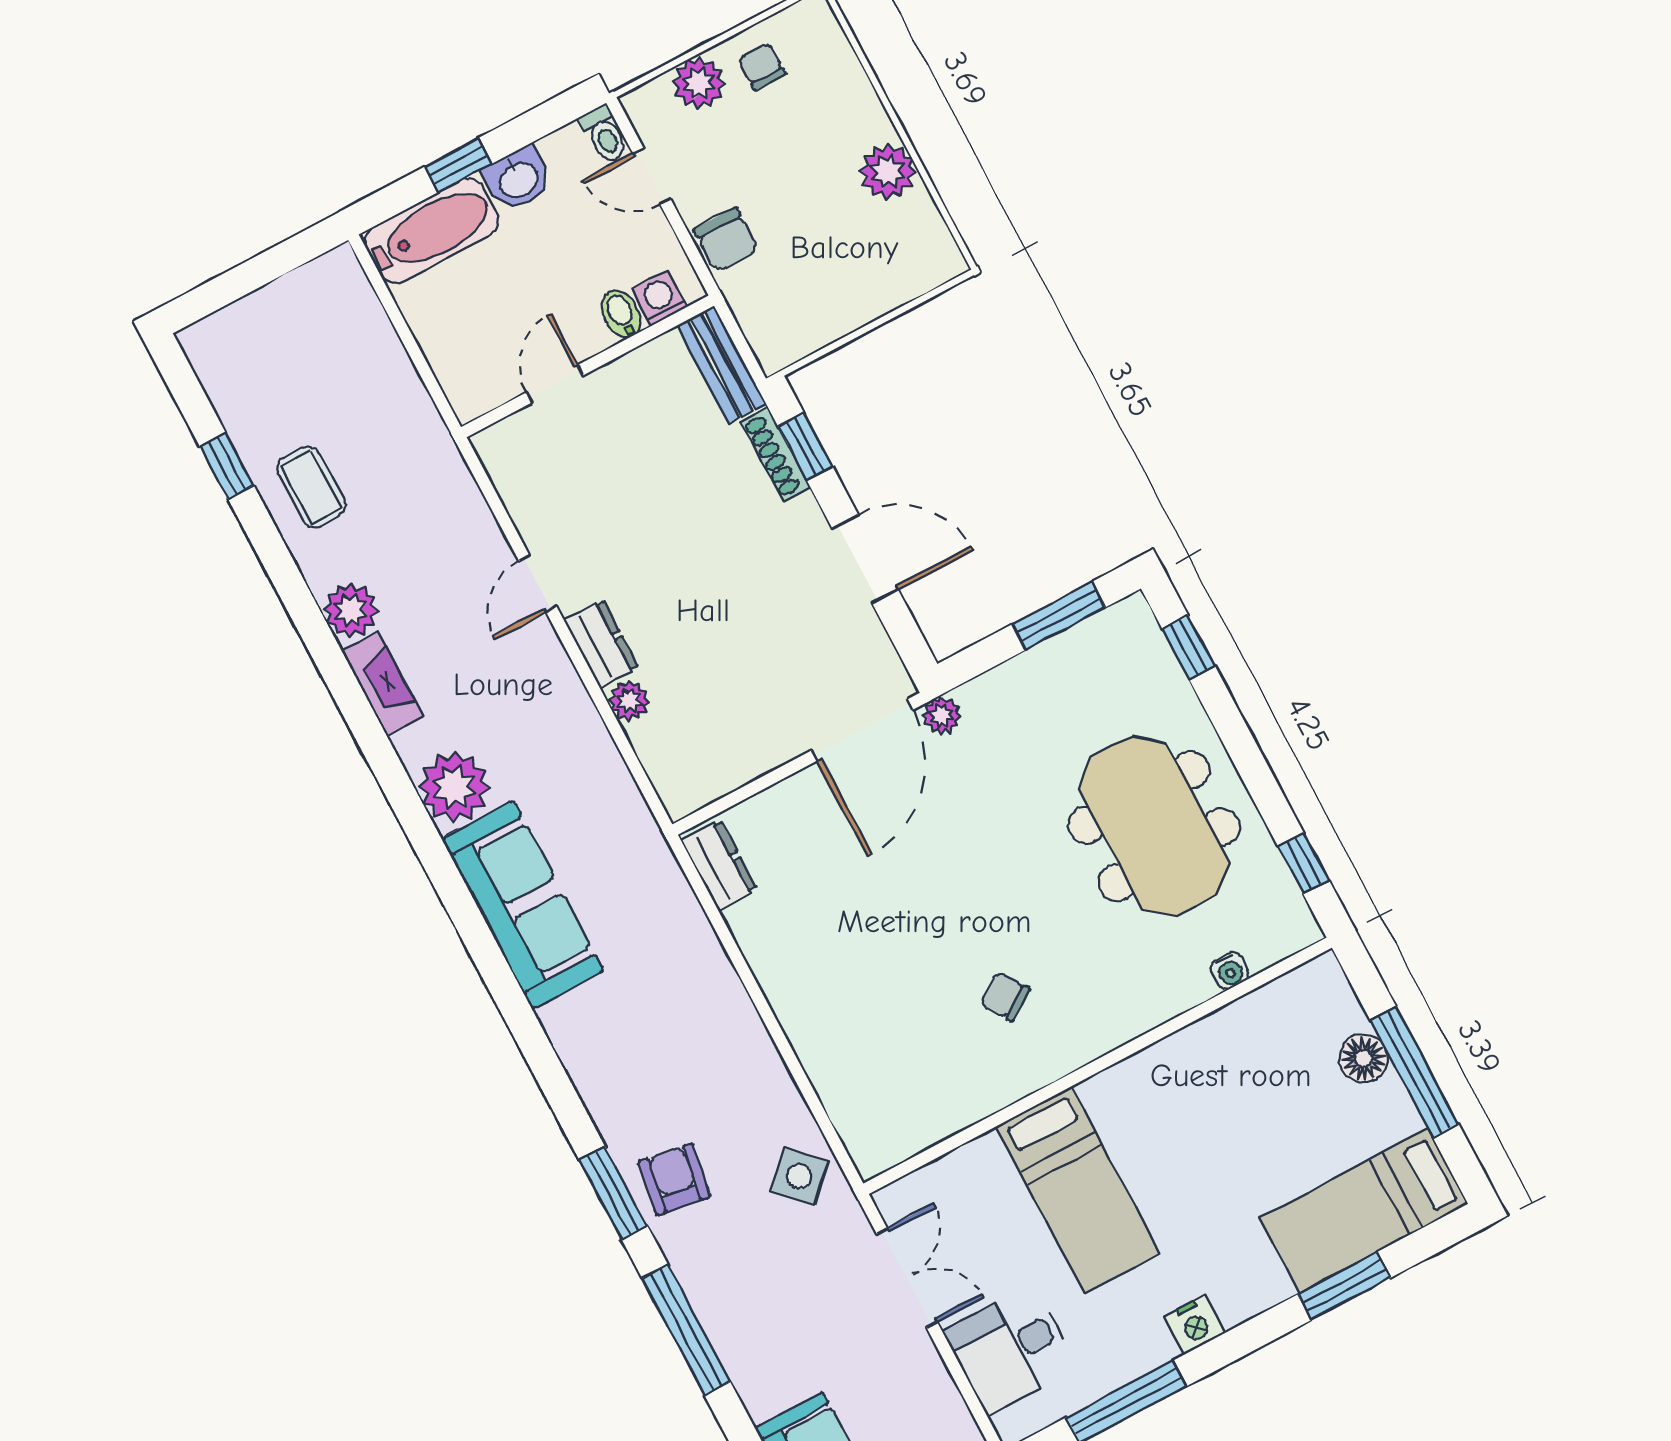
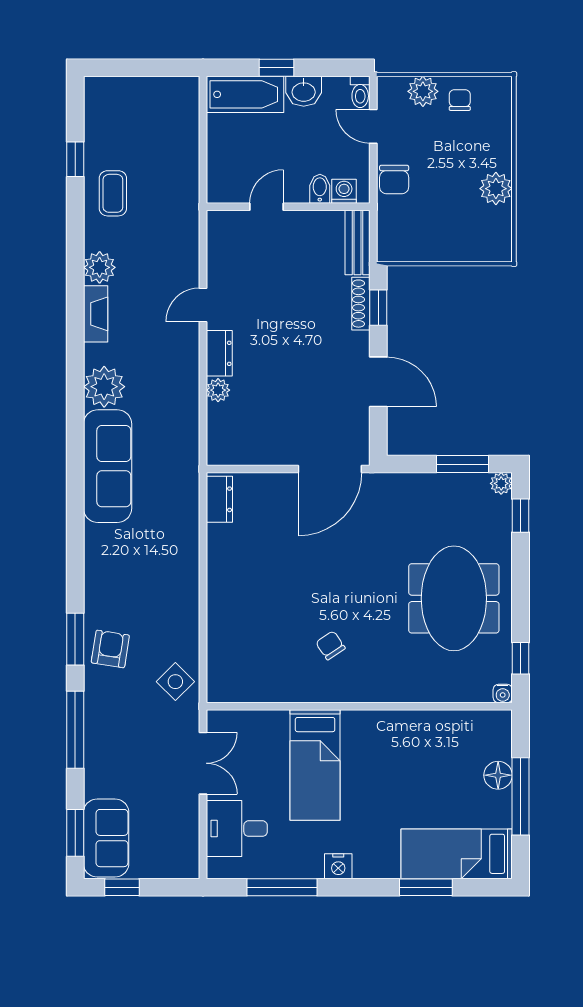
plant: (942, 716) -> (501, 483), moved
water cooler: (1230, 971) -> (503, 693), moved

